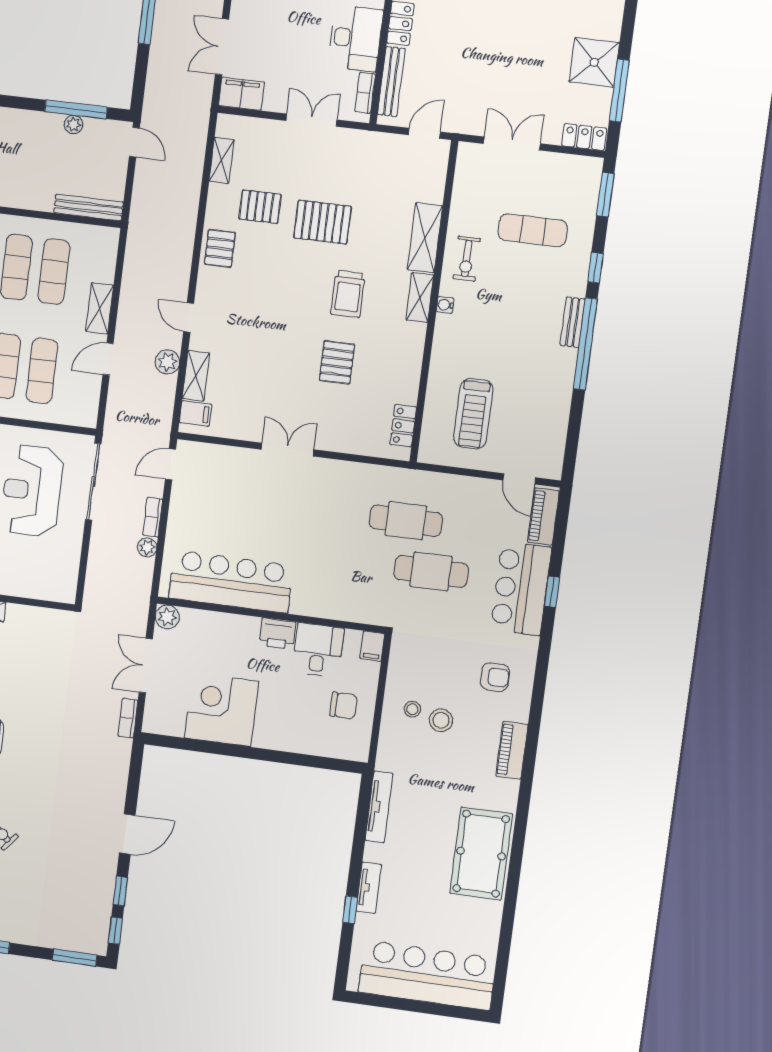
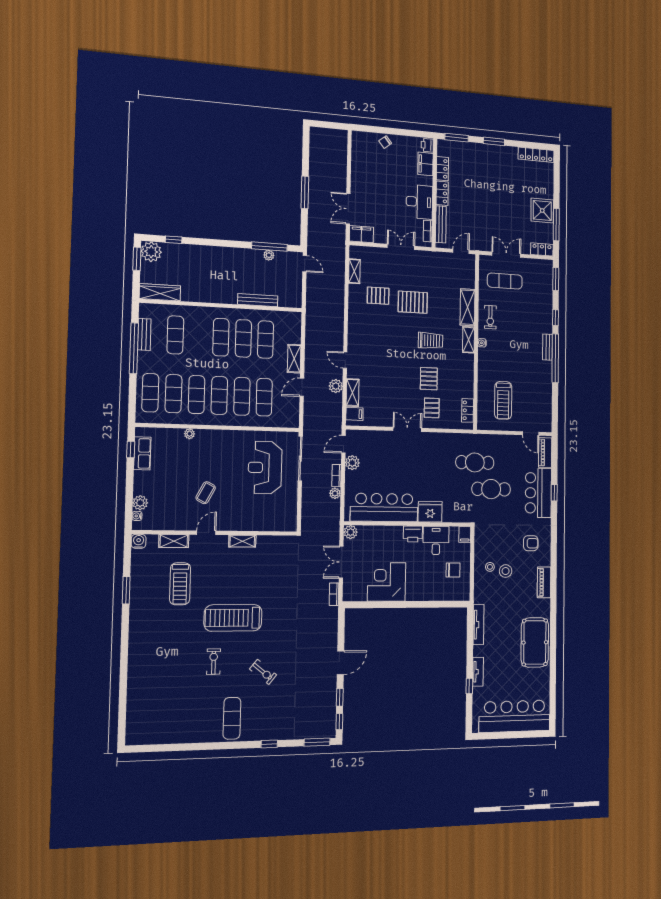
bench: (89, 207) -> (258, 300), moved
exercise mat: (533, 230) -> (505, 281), moved
pallet: (220, 248) -> (432, 408), moved
trolley: (348, 294) -> (431, 341), turned -90
plant: (183, 498) -> (352, 463), added
fridge: (313, 599) -> (430, 512), added

